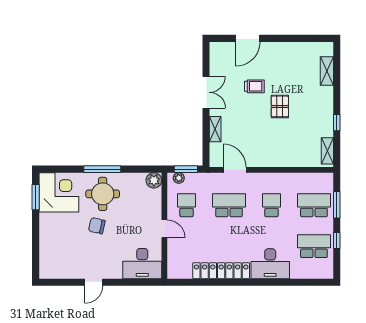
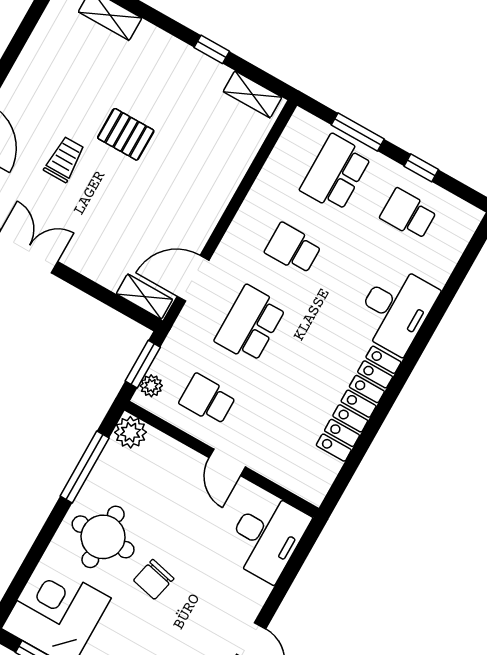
shelving: (215, 129) -> (144, 297), moved
window: (102, 169) -> (85, 467), moved
door: (164, 229) -> (227, 462), swing flipped
school desk: (314, 246) -> (408, 214), width x0.54

